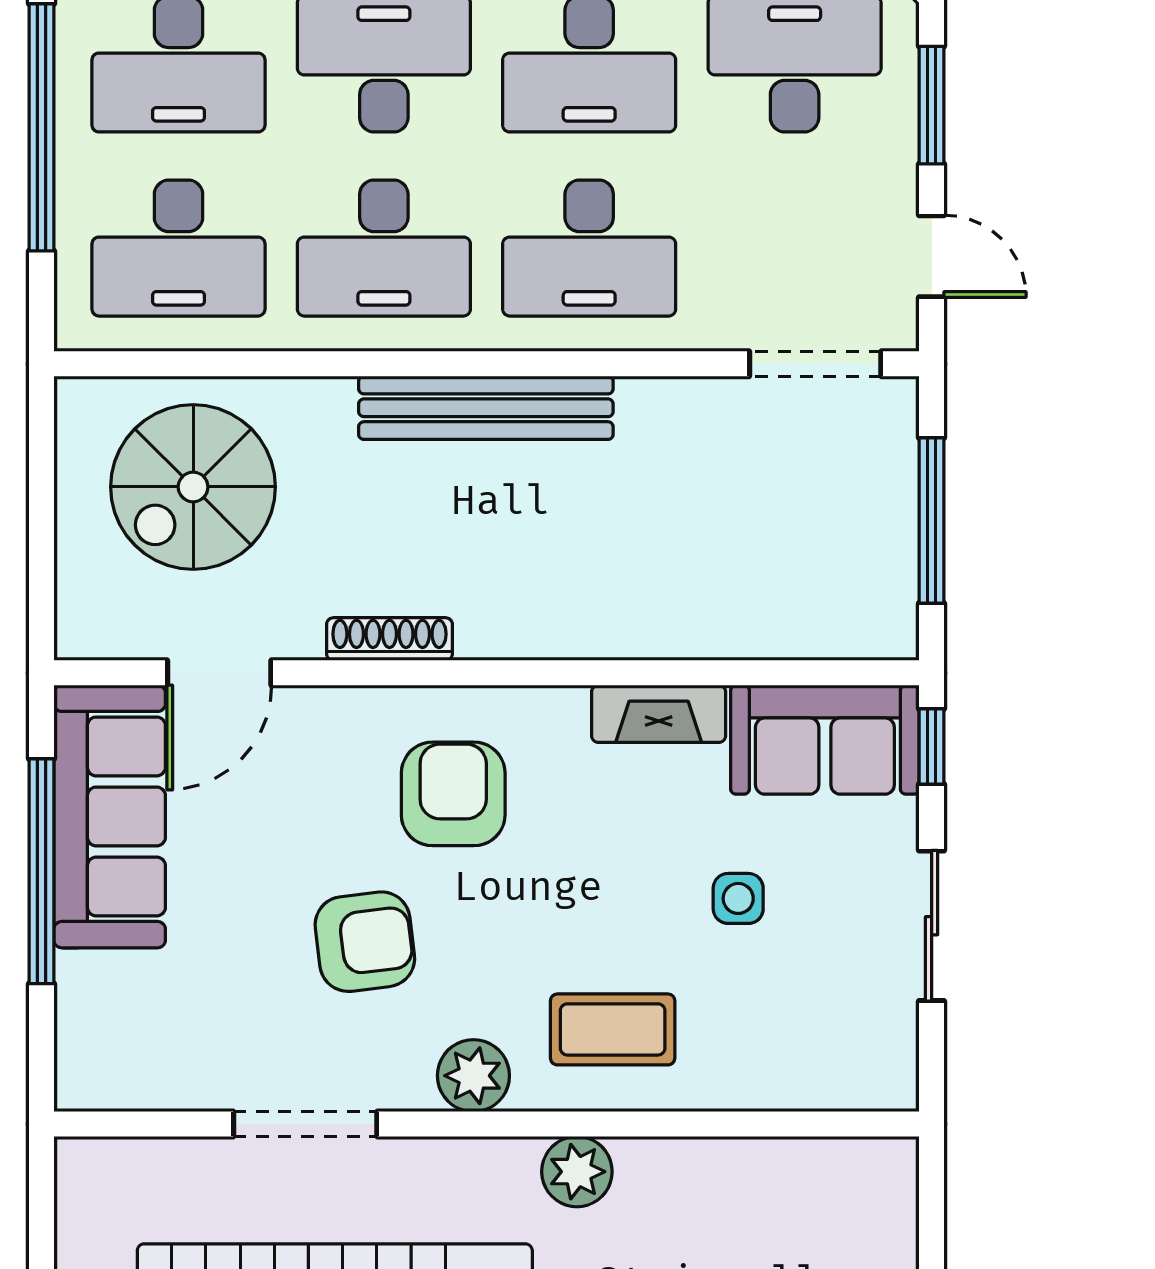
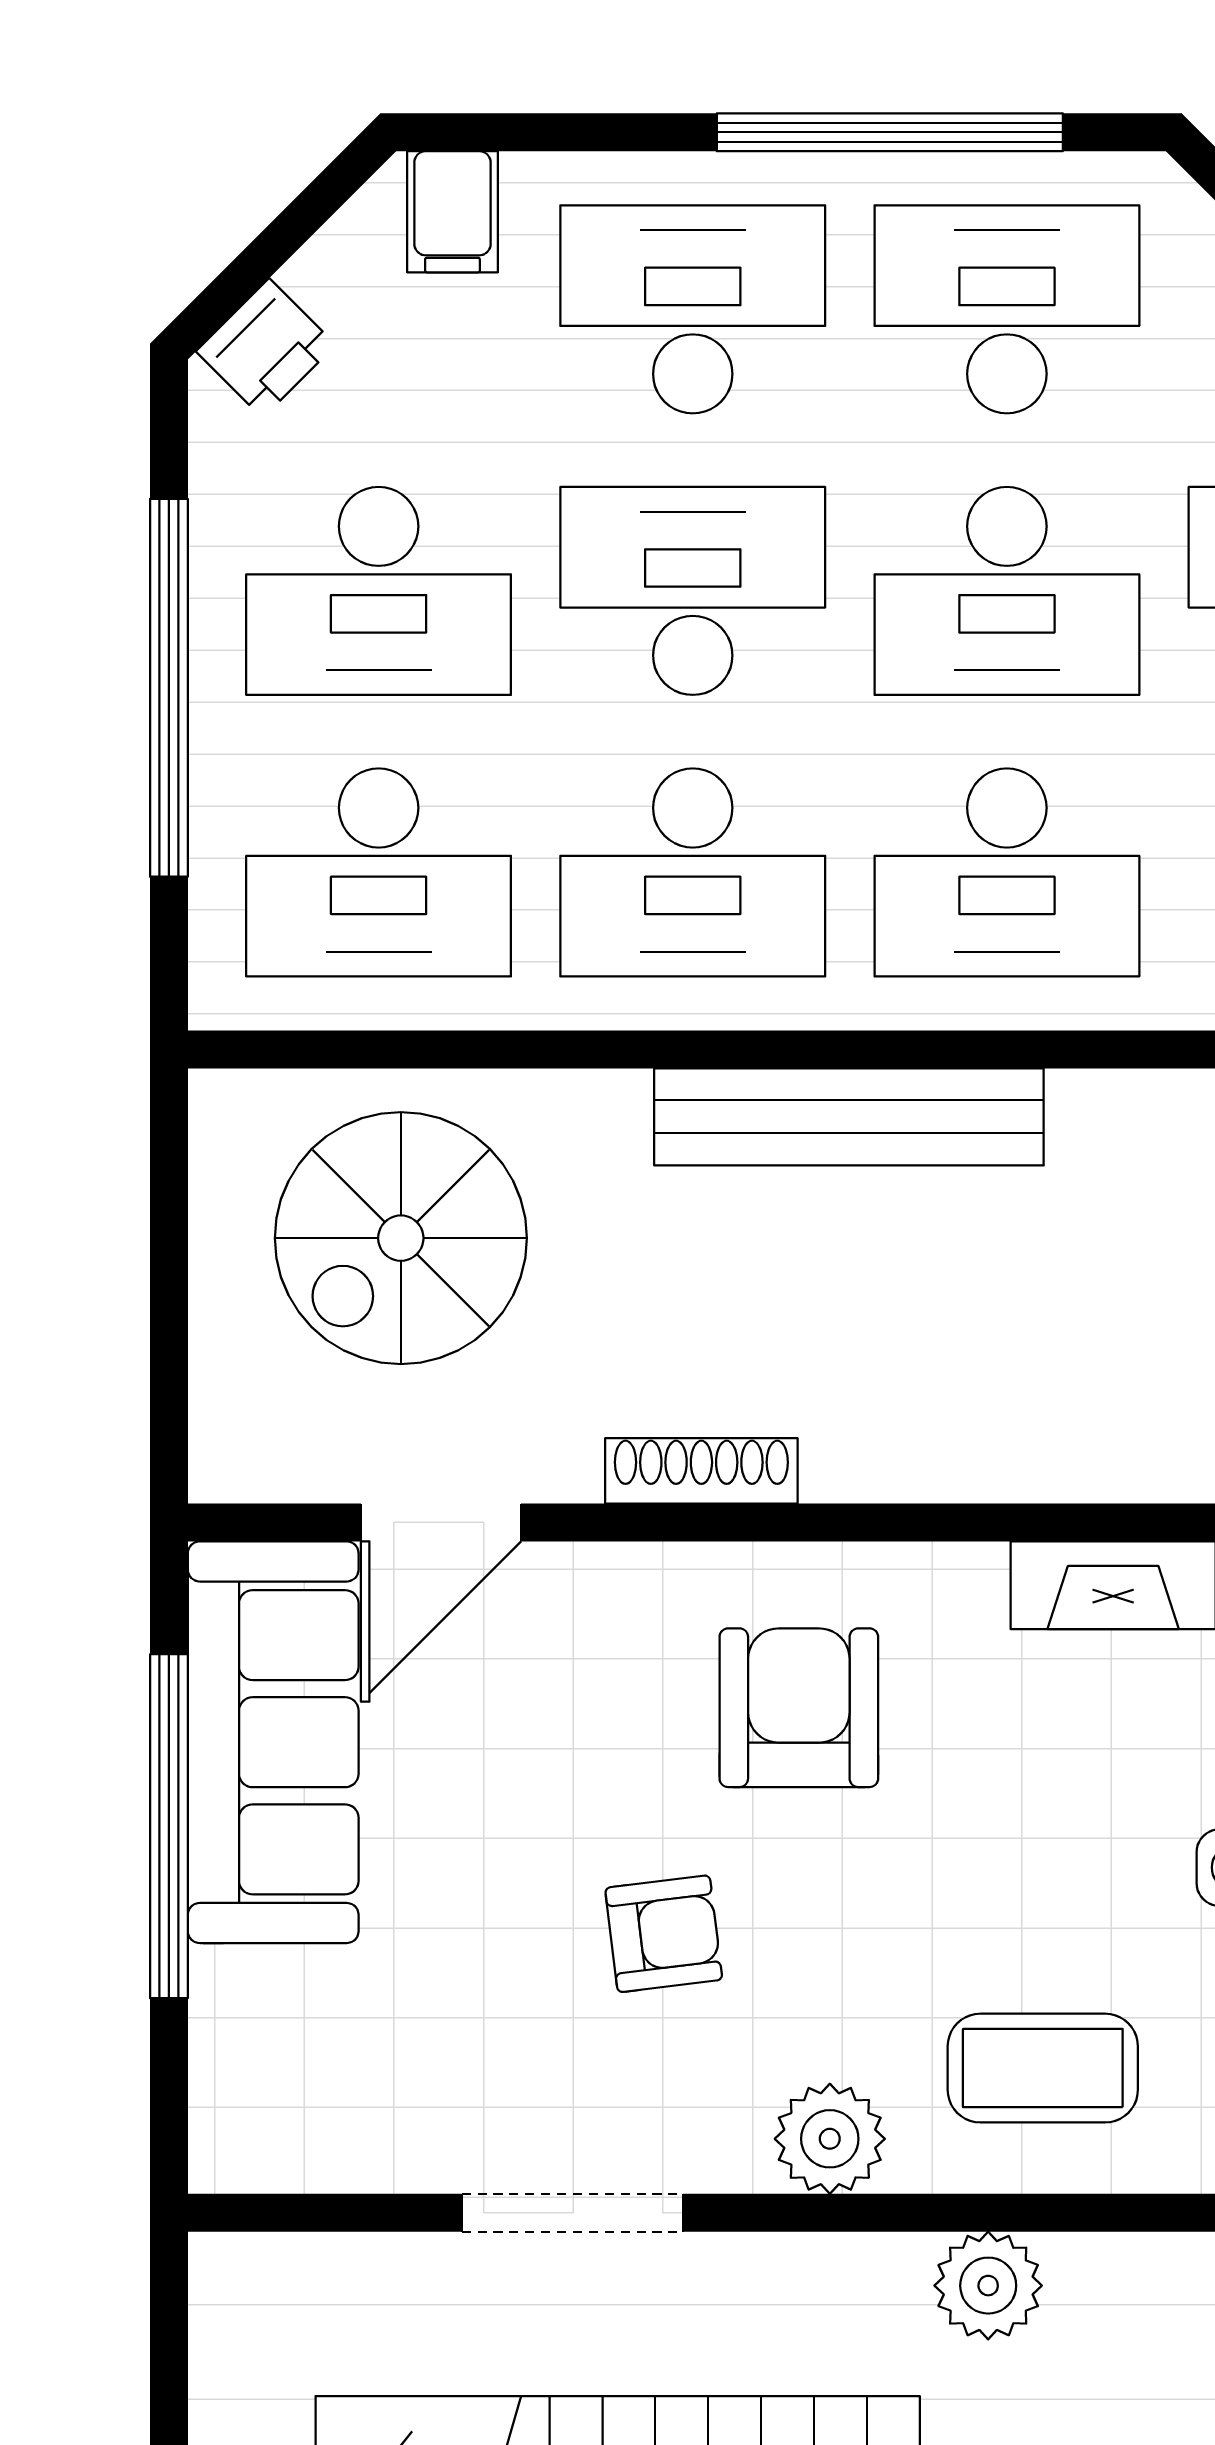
armchair: (365, 942) -> (664, 1934), width x0.72, depth x0.72

